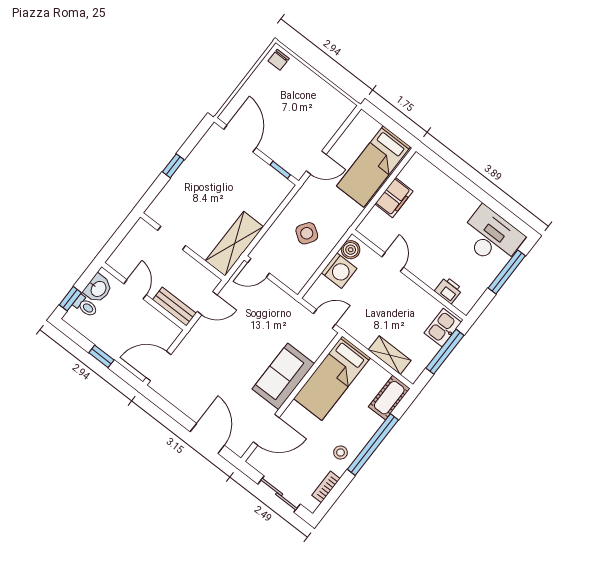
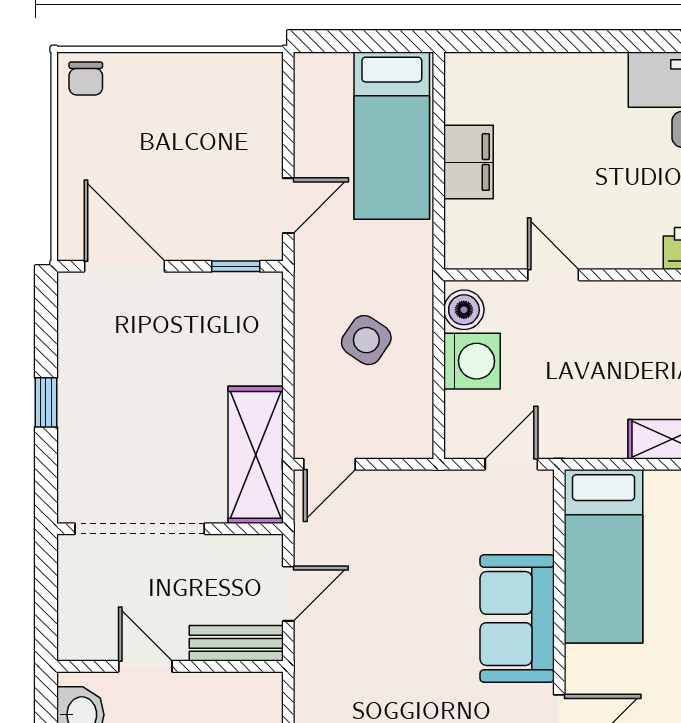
doorway: (172, 238) -> (140, 529), width x1.88

